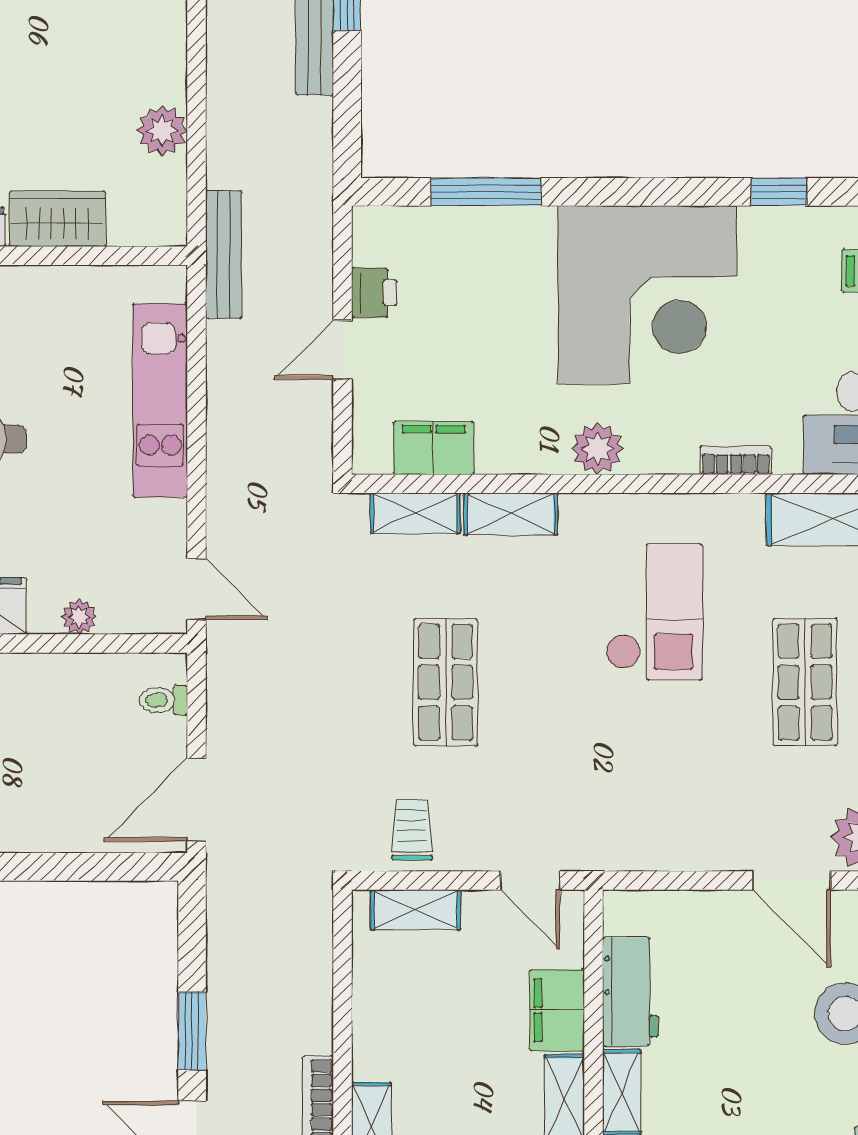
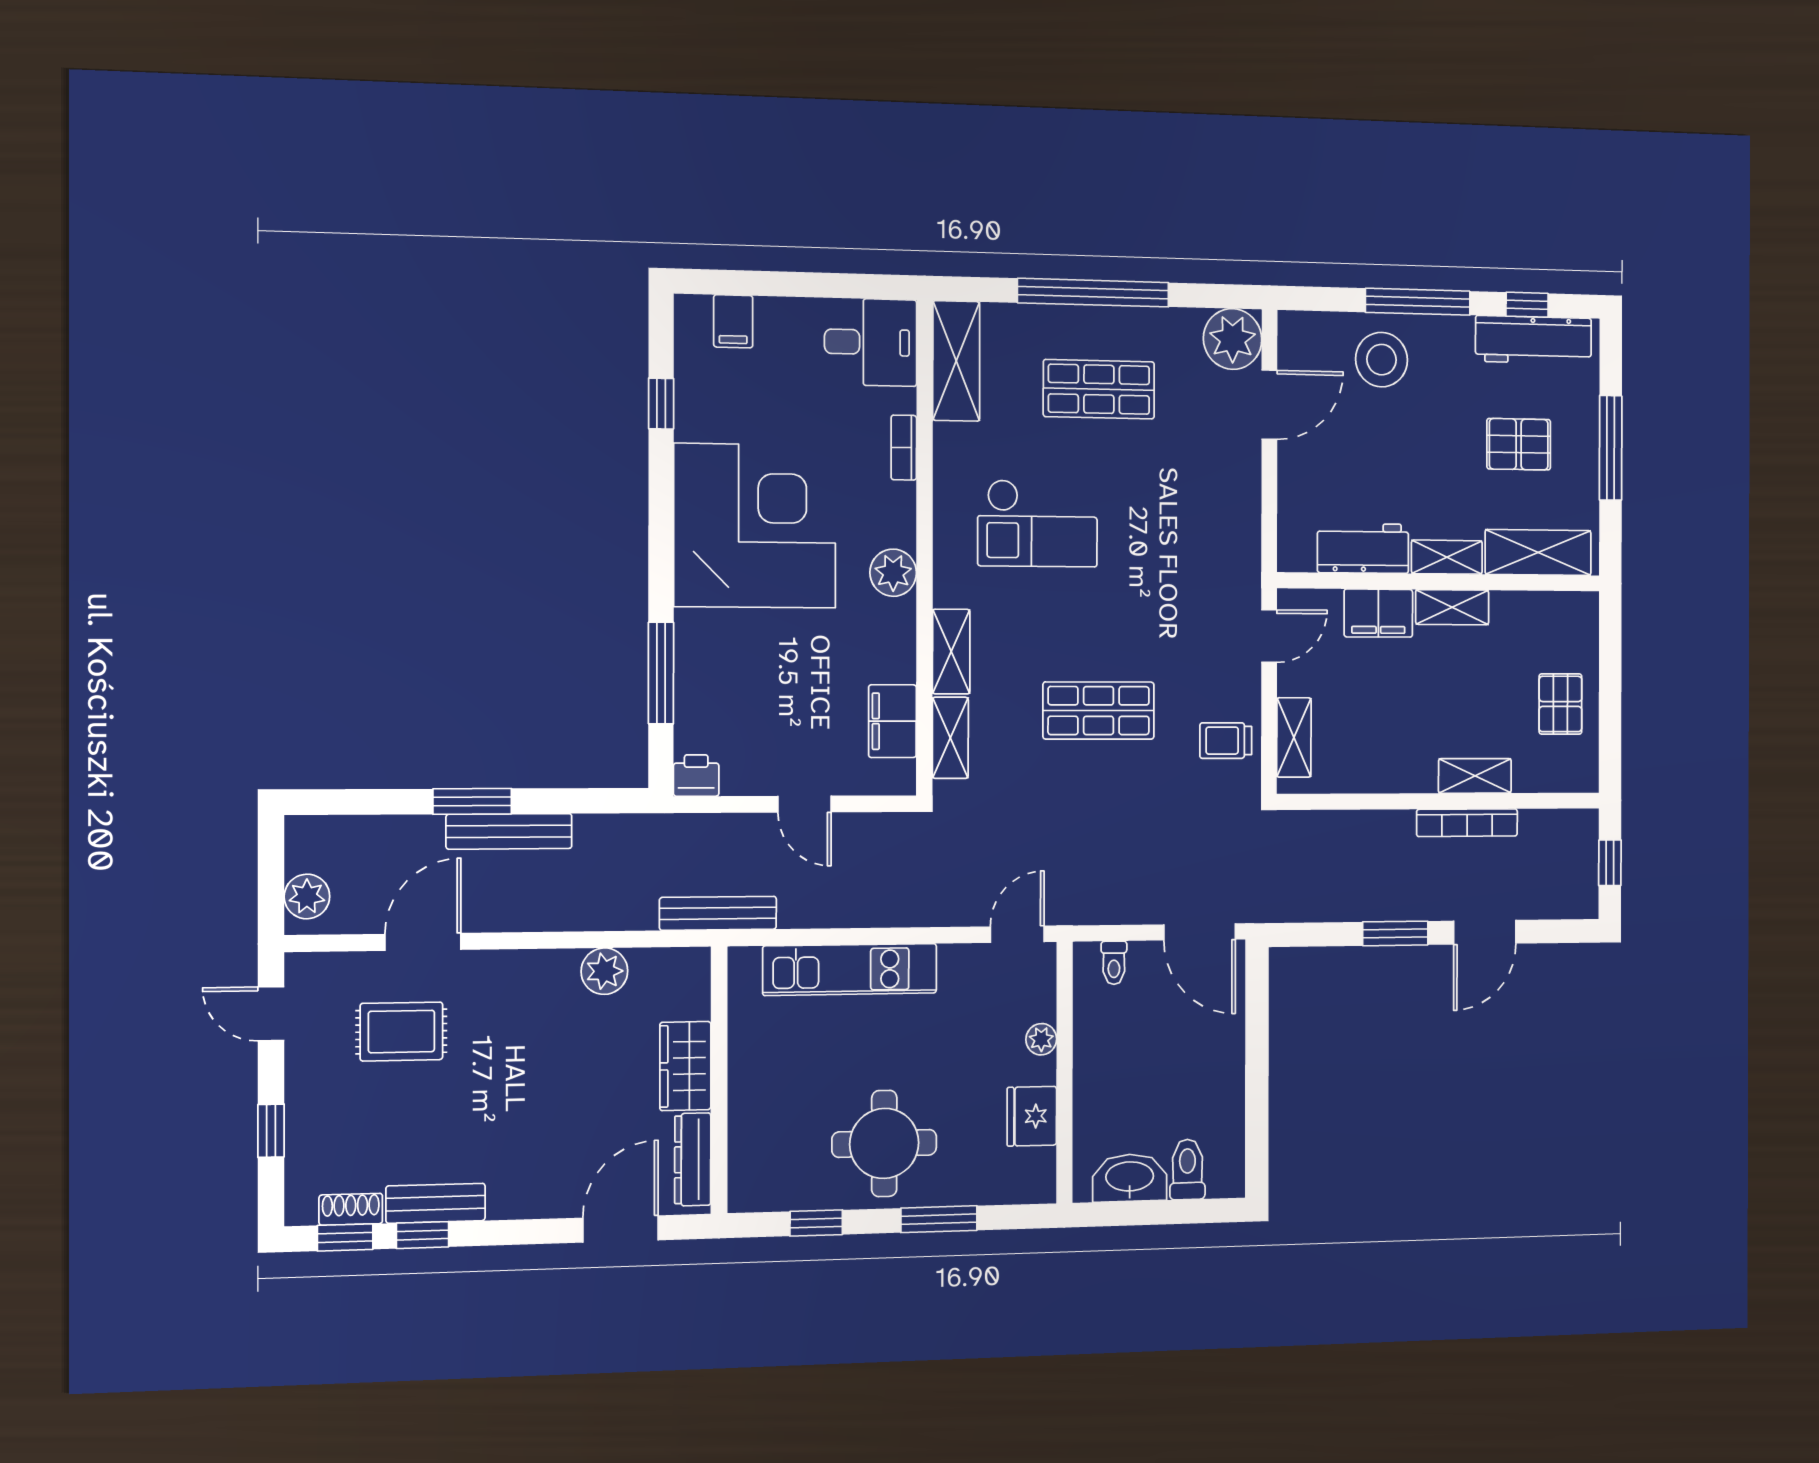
printer: (374, 293) -> (696, 776), moved
checkout: (654, 612) -> (1038, 523), turned 180

